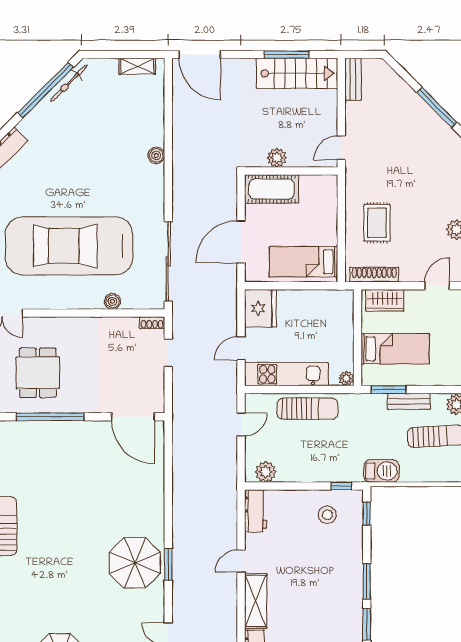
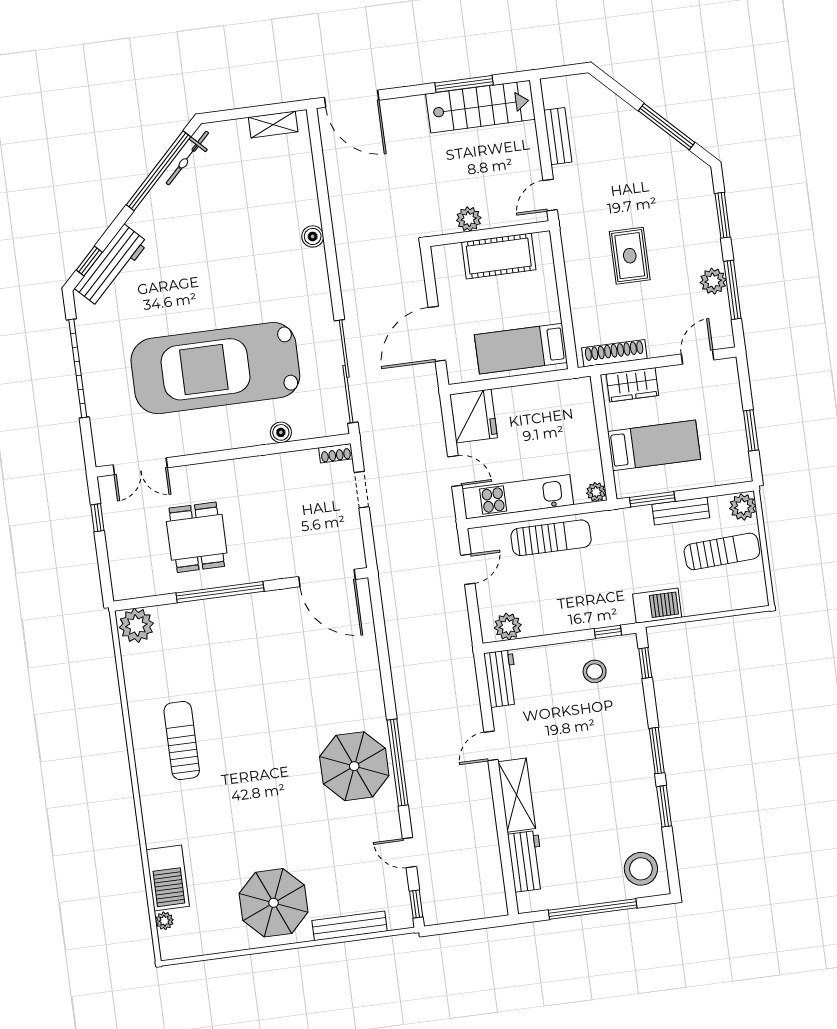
bench: (353, 79) -> (558, 136), moved
cot: (272, 189) -> (499, 256), moved
rug: (377, 223) -> (630, 256), moved
door: (241, 348) -> (455, 471), swing flipped
window: (168, 564) -> (398, 762), width x2.11

